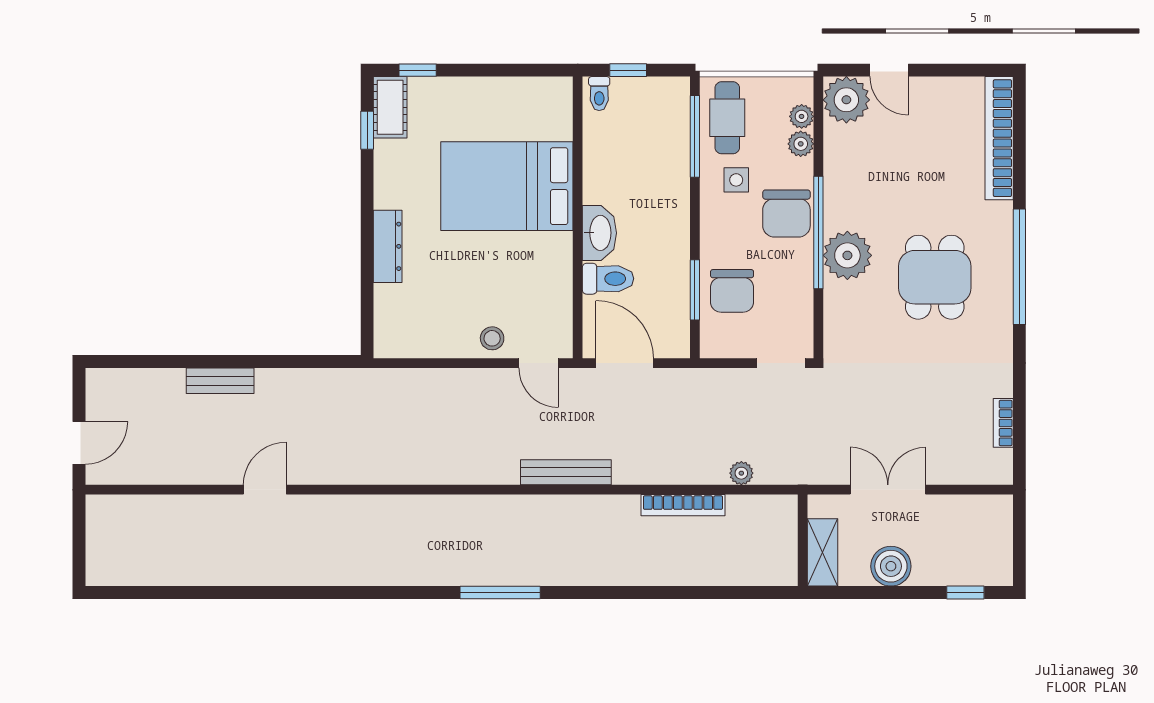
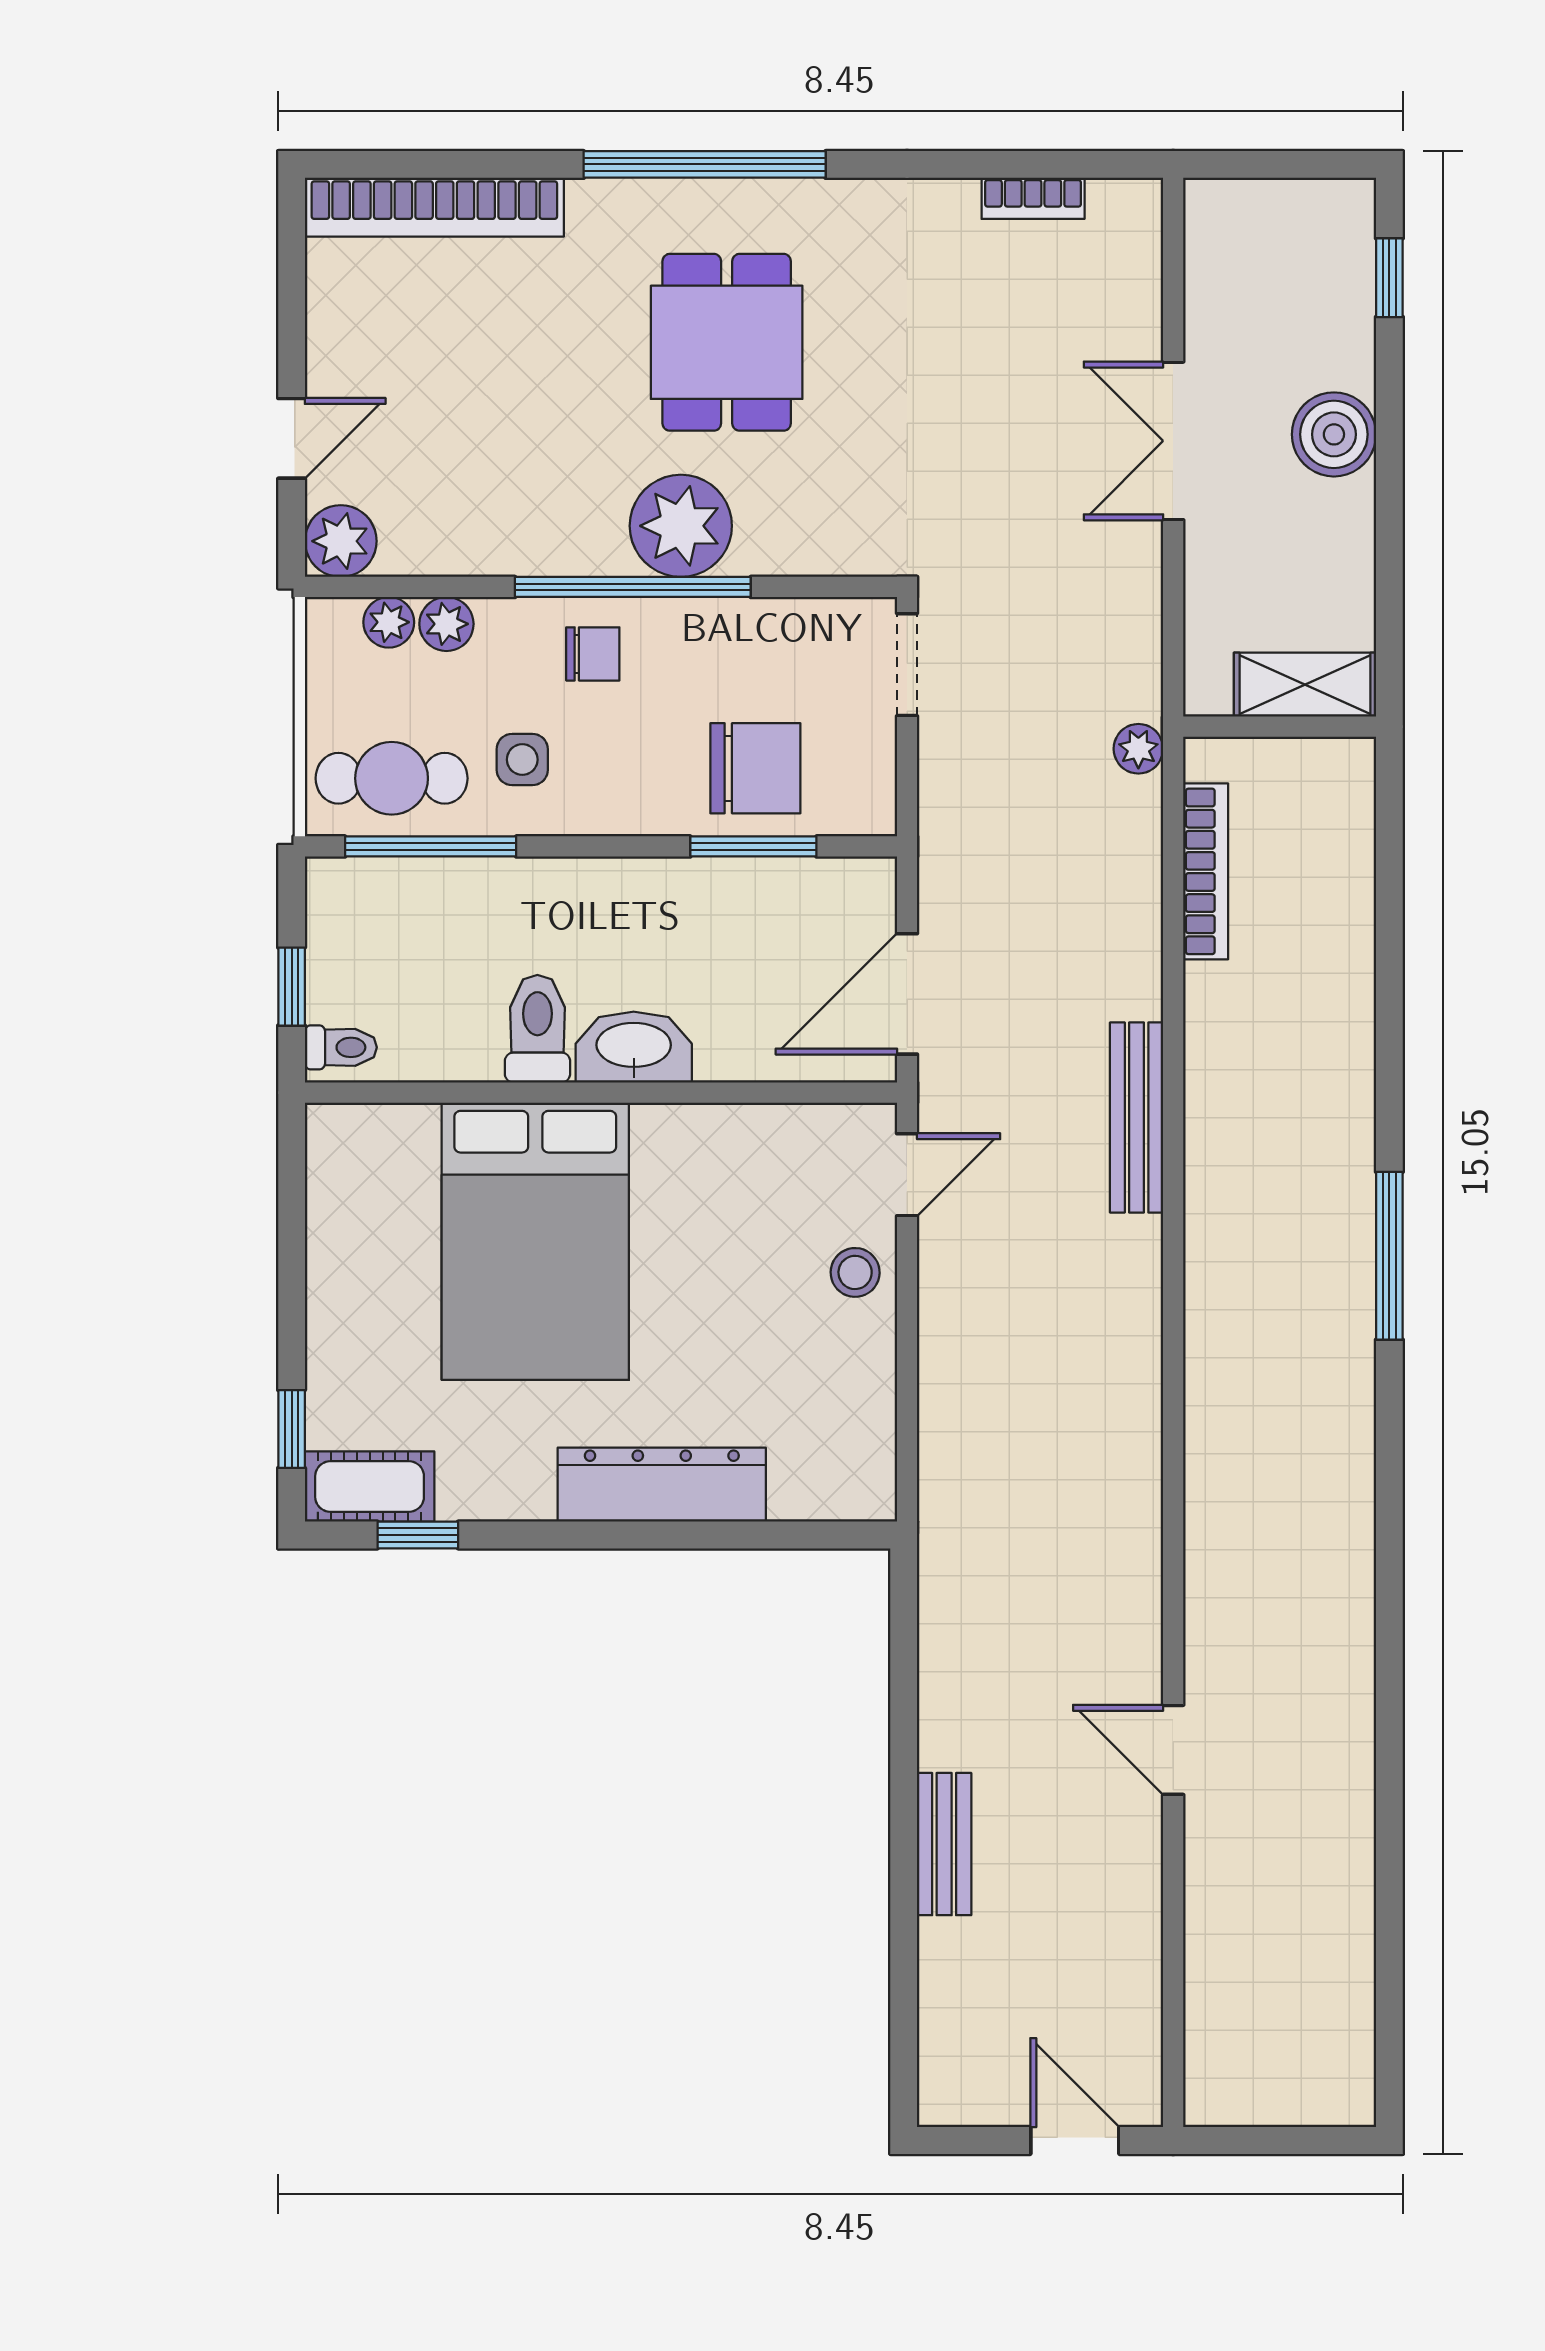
plant: (846, 100) -> (341, 541), width x0.73, depth x0.73
chair: (786, 213) -> (593, 654), width x0.54, depth x0.54
dresser: (388, 246) -> (662, 1485), width x1.37, depth x1.24
dining table: (935, 277) -> (727, 342), turned 90
toilet: (608, 279) -> (537, 1029), moved
wall: (803, 540) -> (1280, 727), moved
shelving: (822, 552) -> (1305, 685), moved

